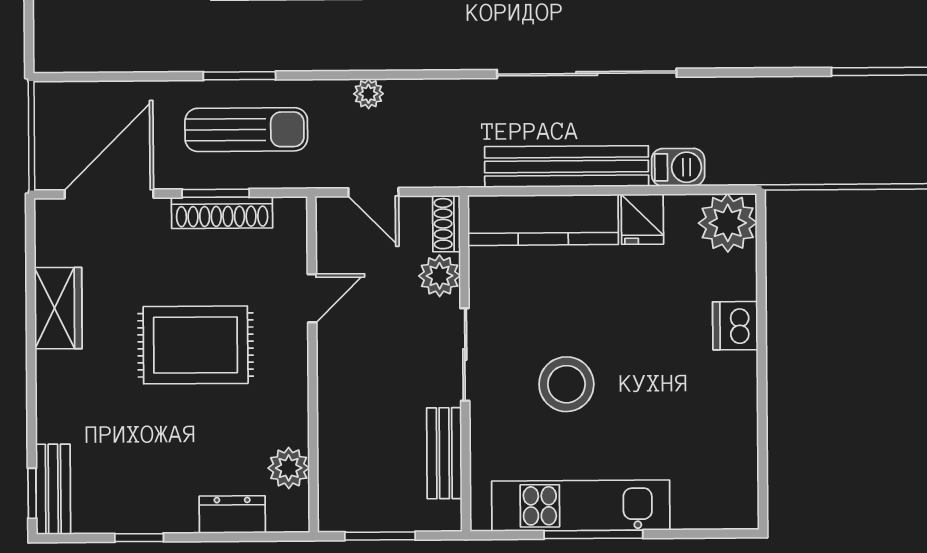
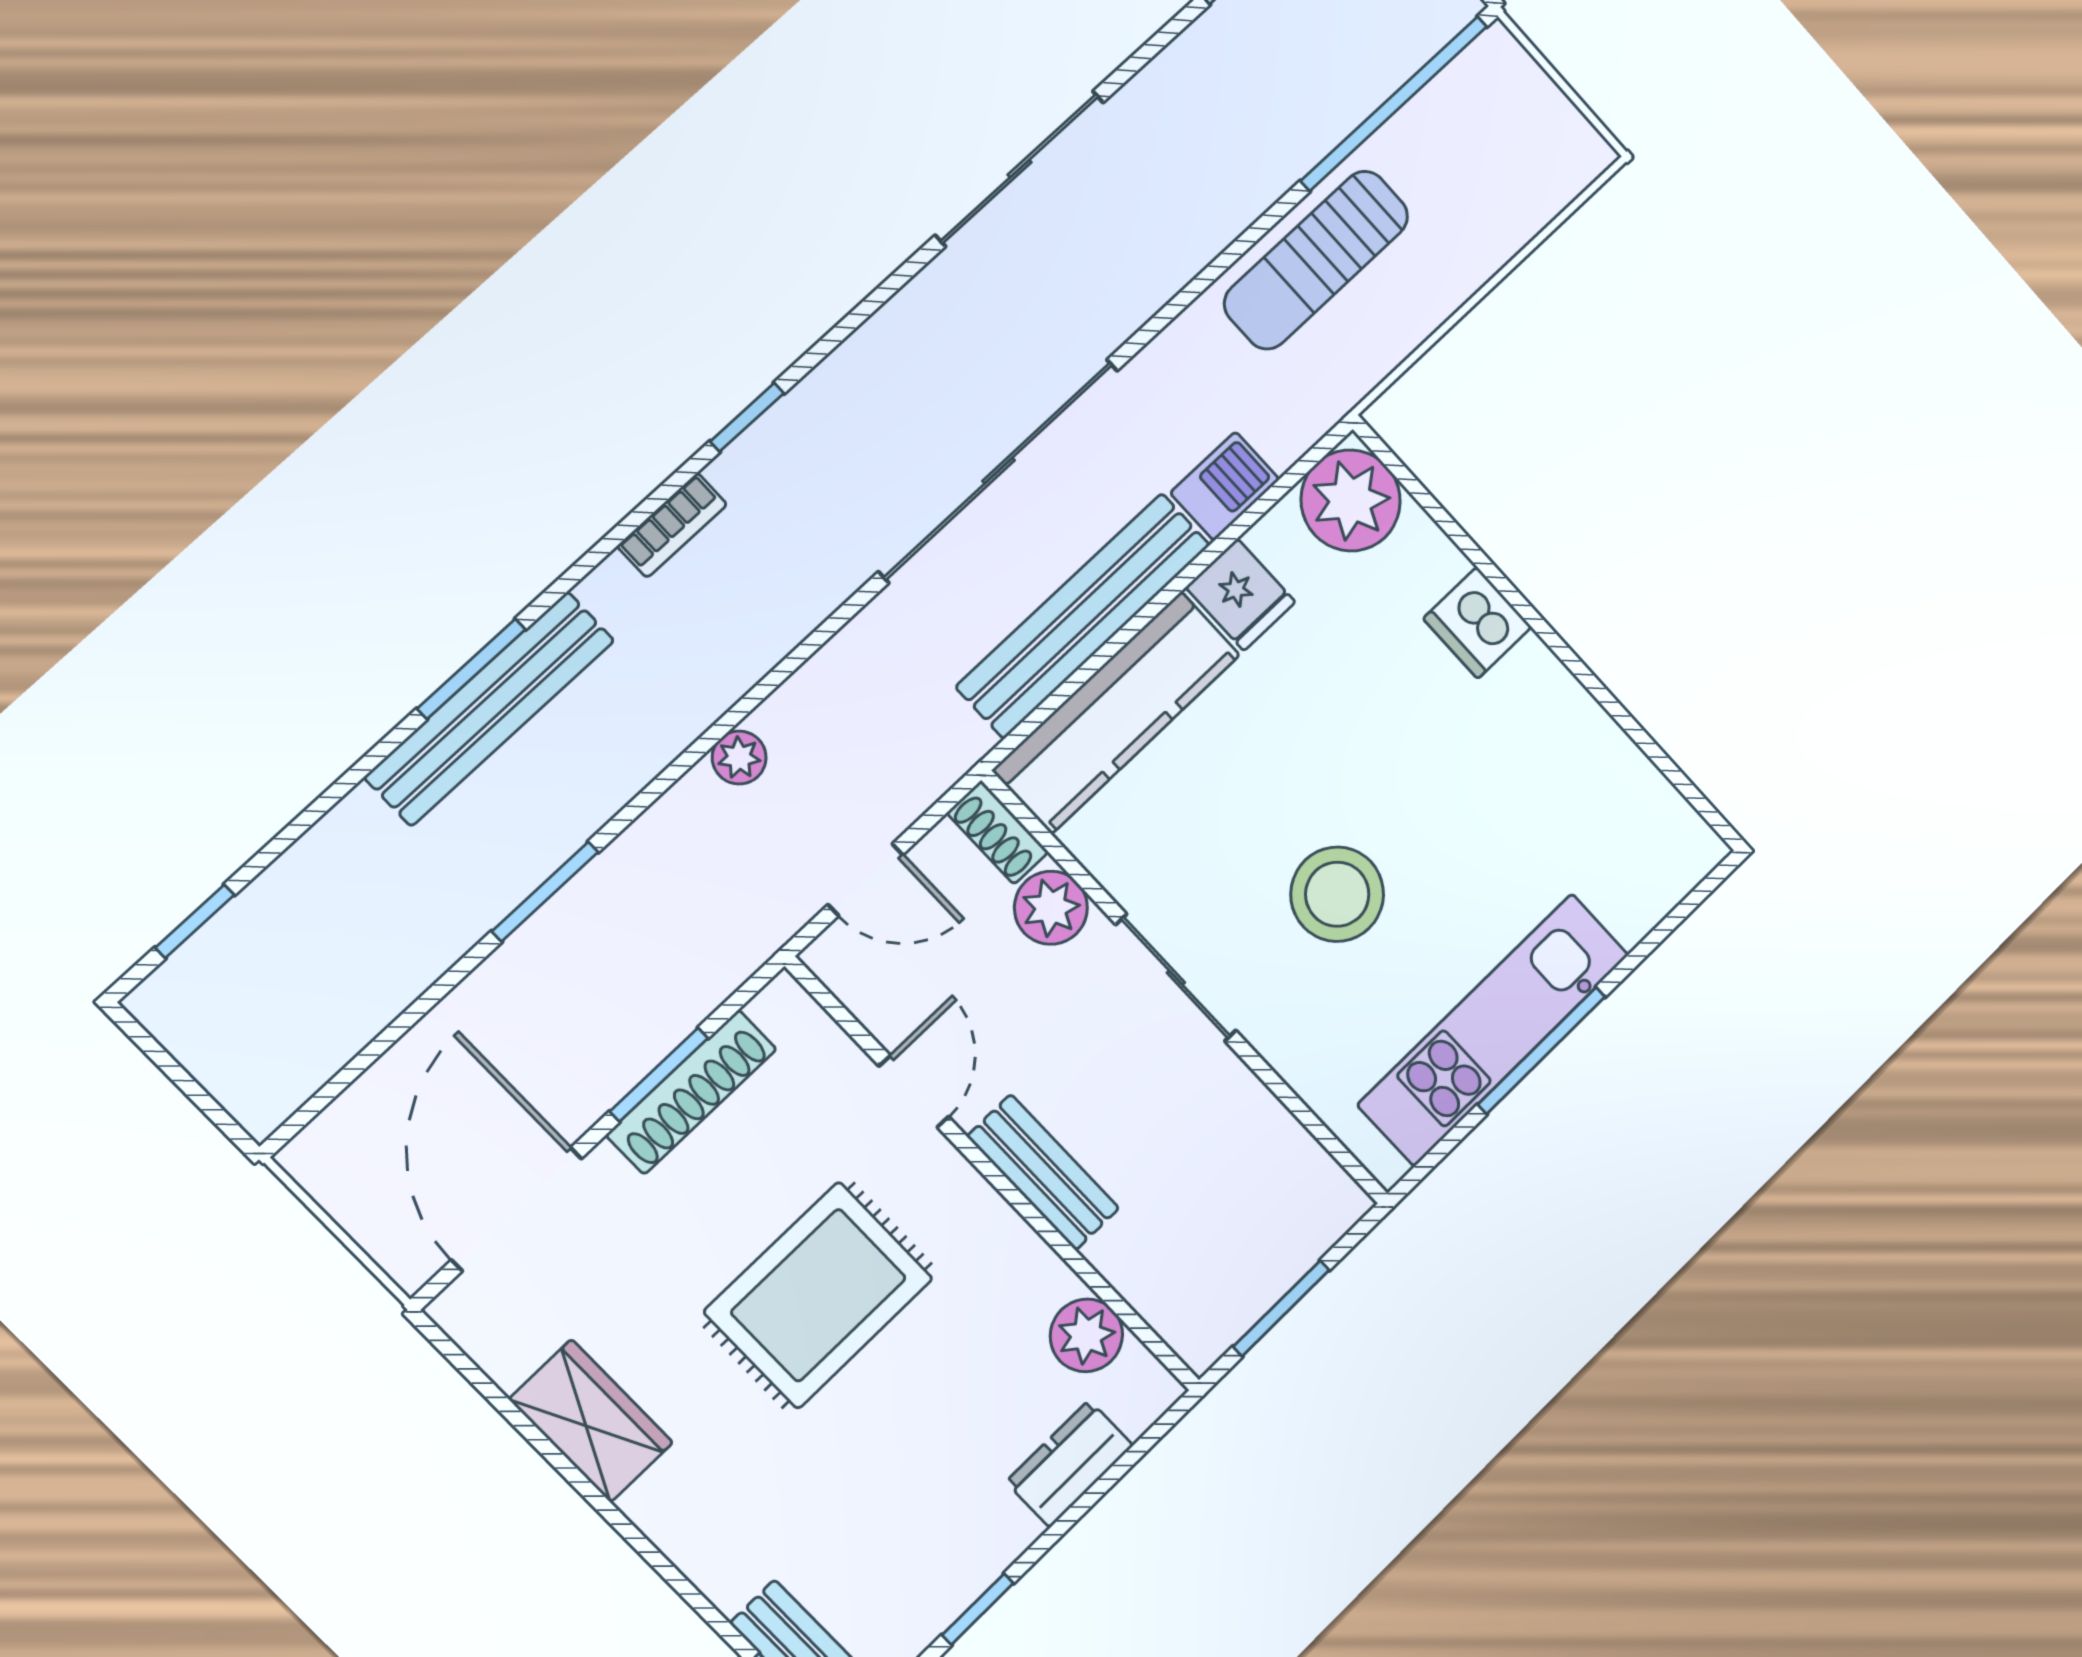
sun lounger: (246, 130) -> (1316, 260), moved, turned 180
bench: (444, 453) -> (1043, 1172), moved

